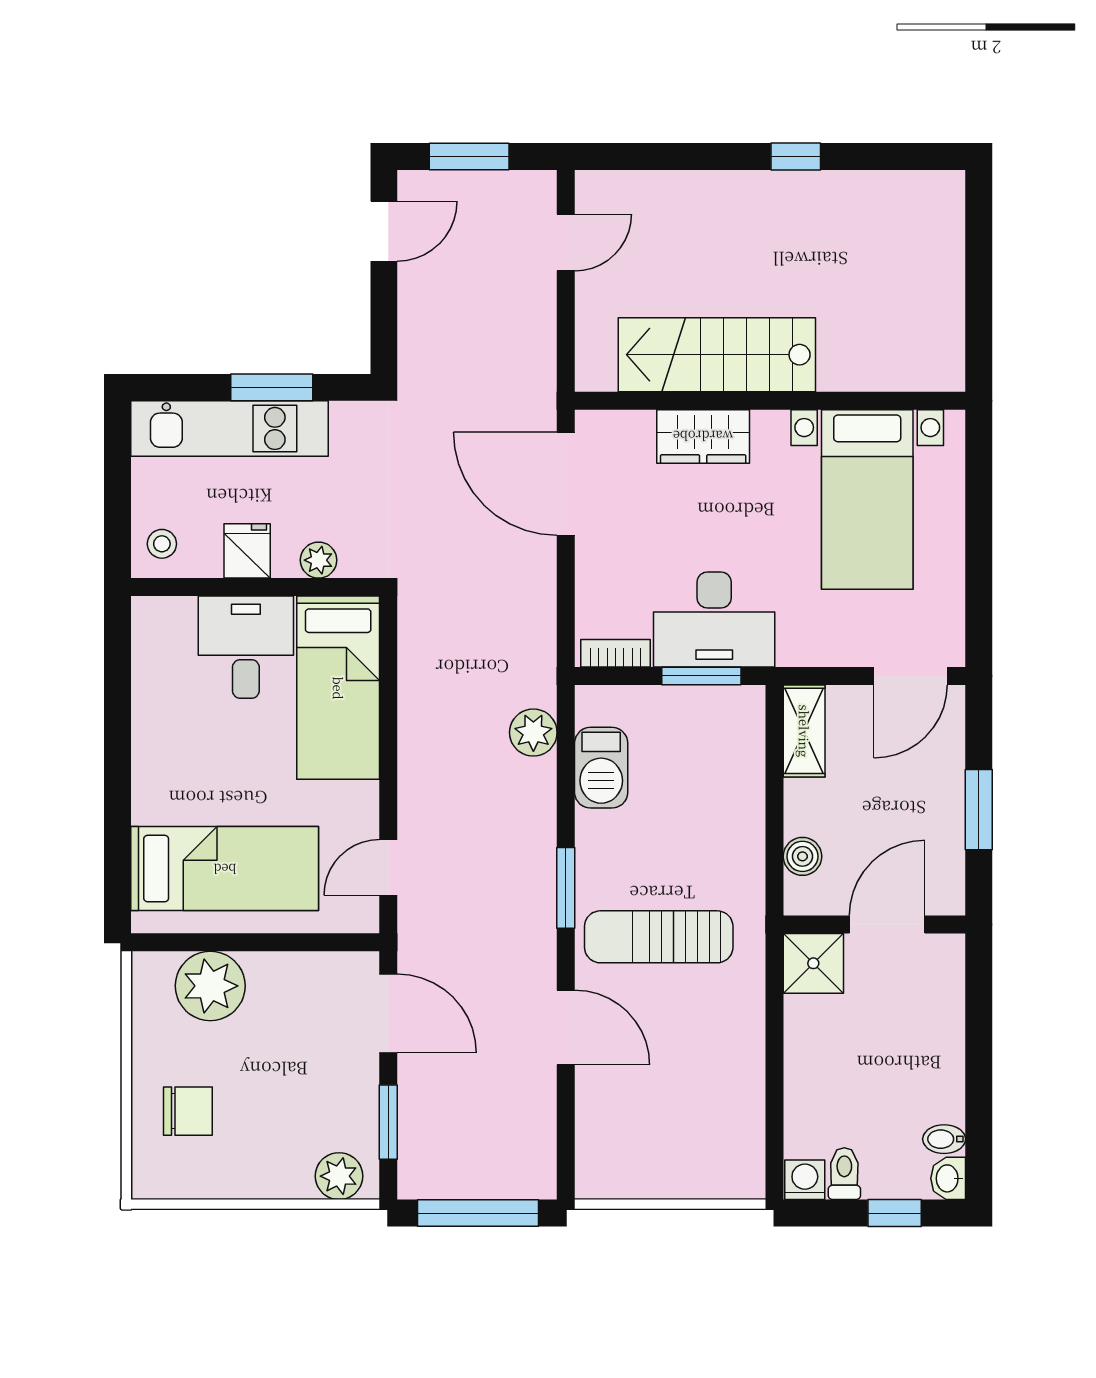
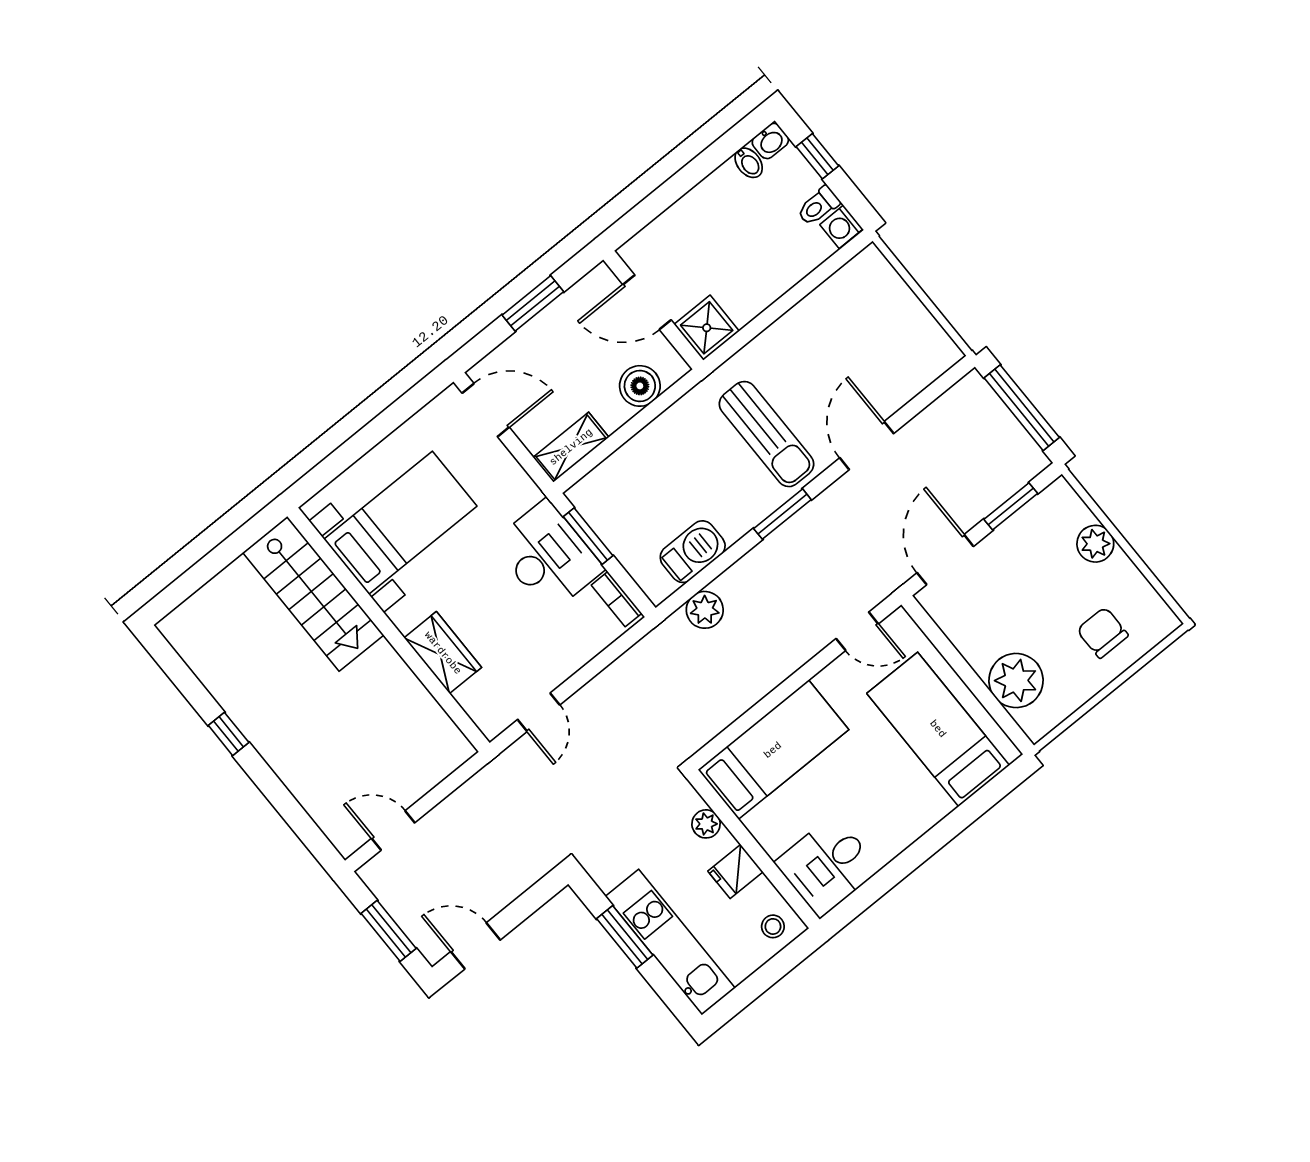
stairs: (717, 355) -> (313, 594), moved
door: (566, 484) -> (539, 712), width x0.53
desk: (246, 647) -> (827, 866), moved
boiler: (802, 856) -> (640, 386), width x1.36, depth x1.36
plant: (339, 1176) -> (1095, 544), moved

